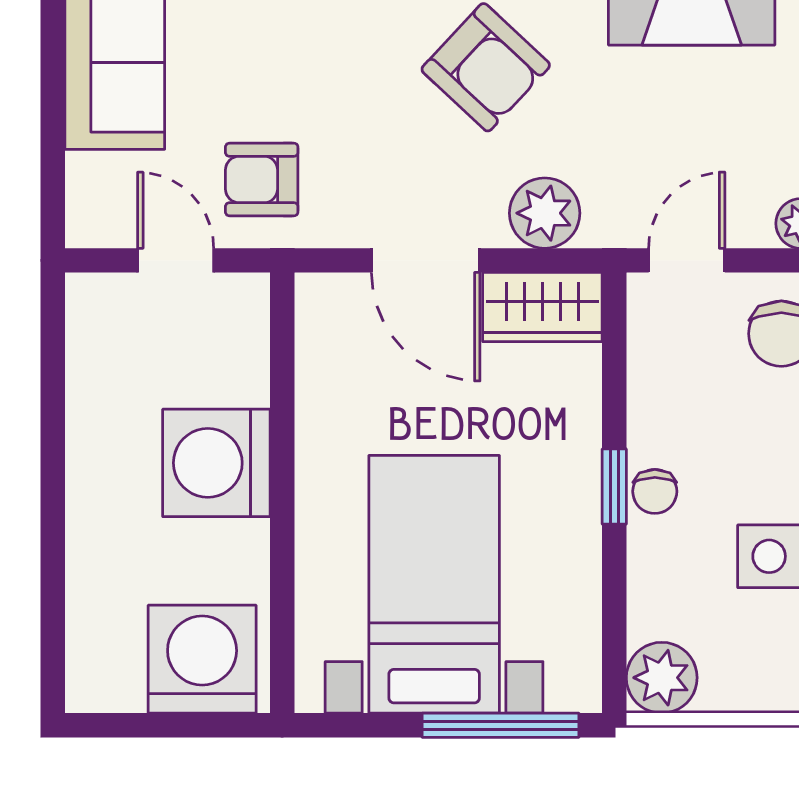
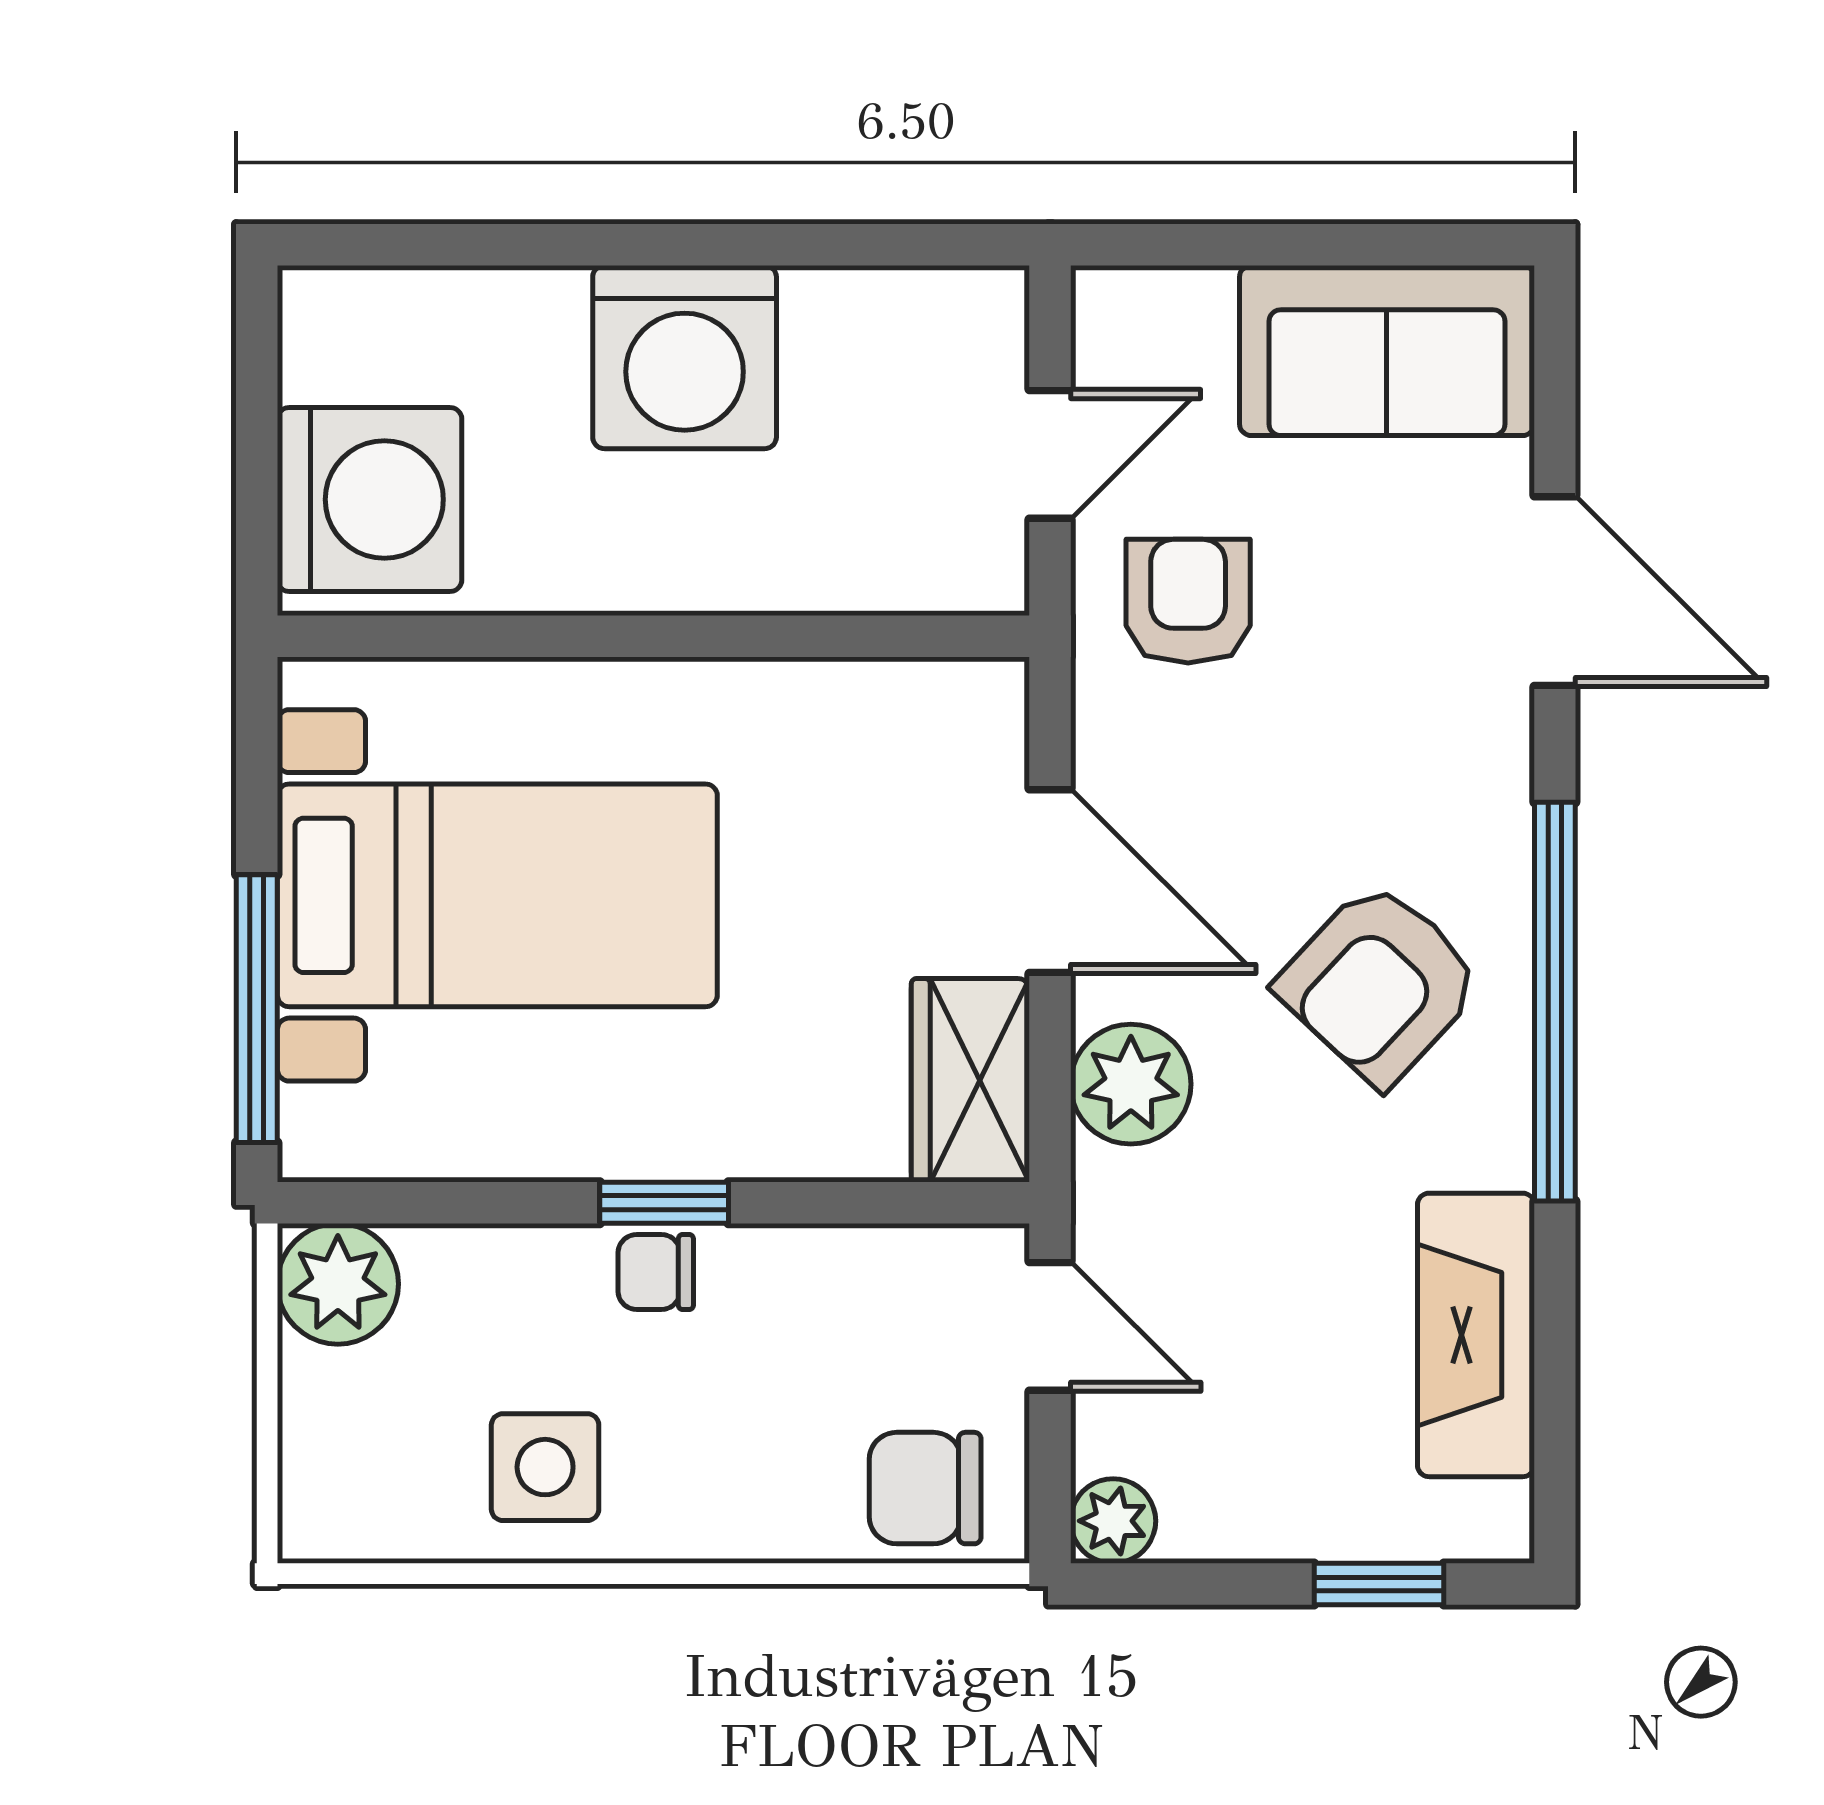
door: (426, 260) -> (1050, 881), swing flipped
washing machine: (216, 463) -> (685, 357), moved, turned 180

